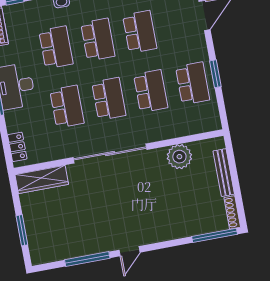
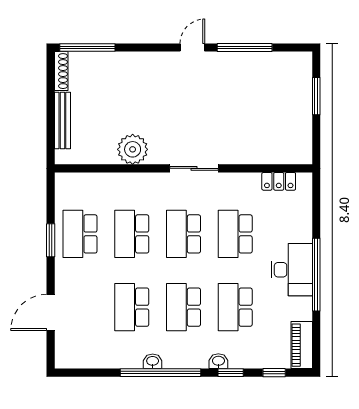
locker: (17, 147) -> (279, 181), moved, turned -90
sliding door: (110, 153) -> (194, 168), width x0.54
plant: (179, 157) -> (133, 149), moved
wardrobe: (42, 179) -> (281, 153), removed

